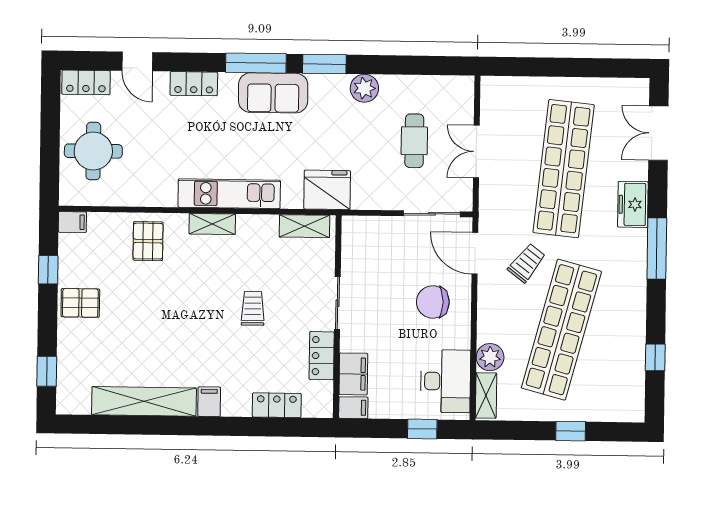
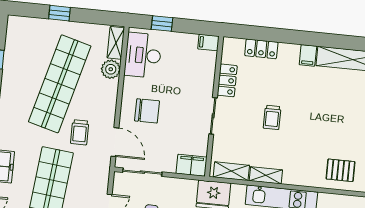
shelving: (212, 224) -> (266, 175), moved
pallet: (148, 241) -> (340, 170), turned 90
trolley: (527, 263) -> (80, 132), turned -38
filing cabinet: (353, 374) -> (191, 165), moved, turned 90

